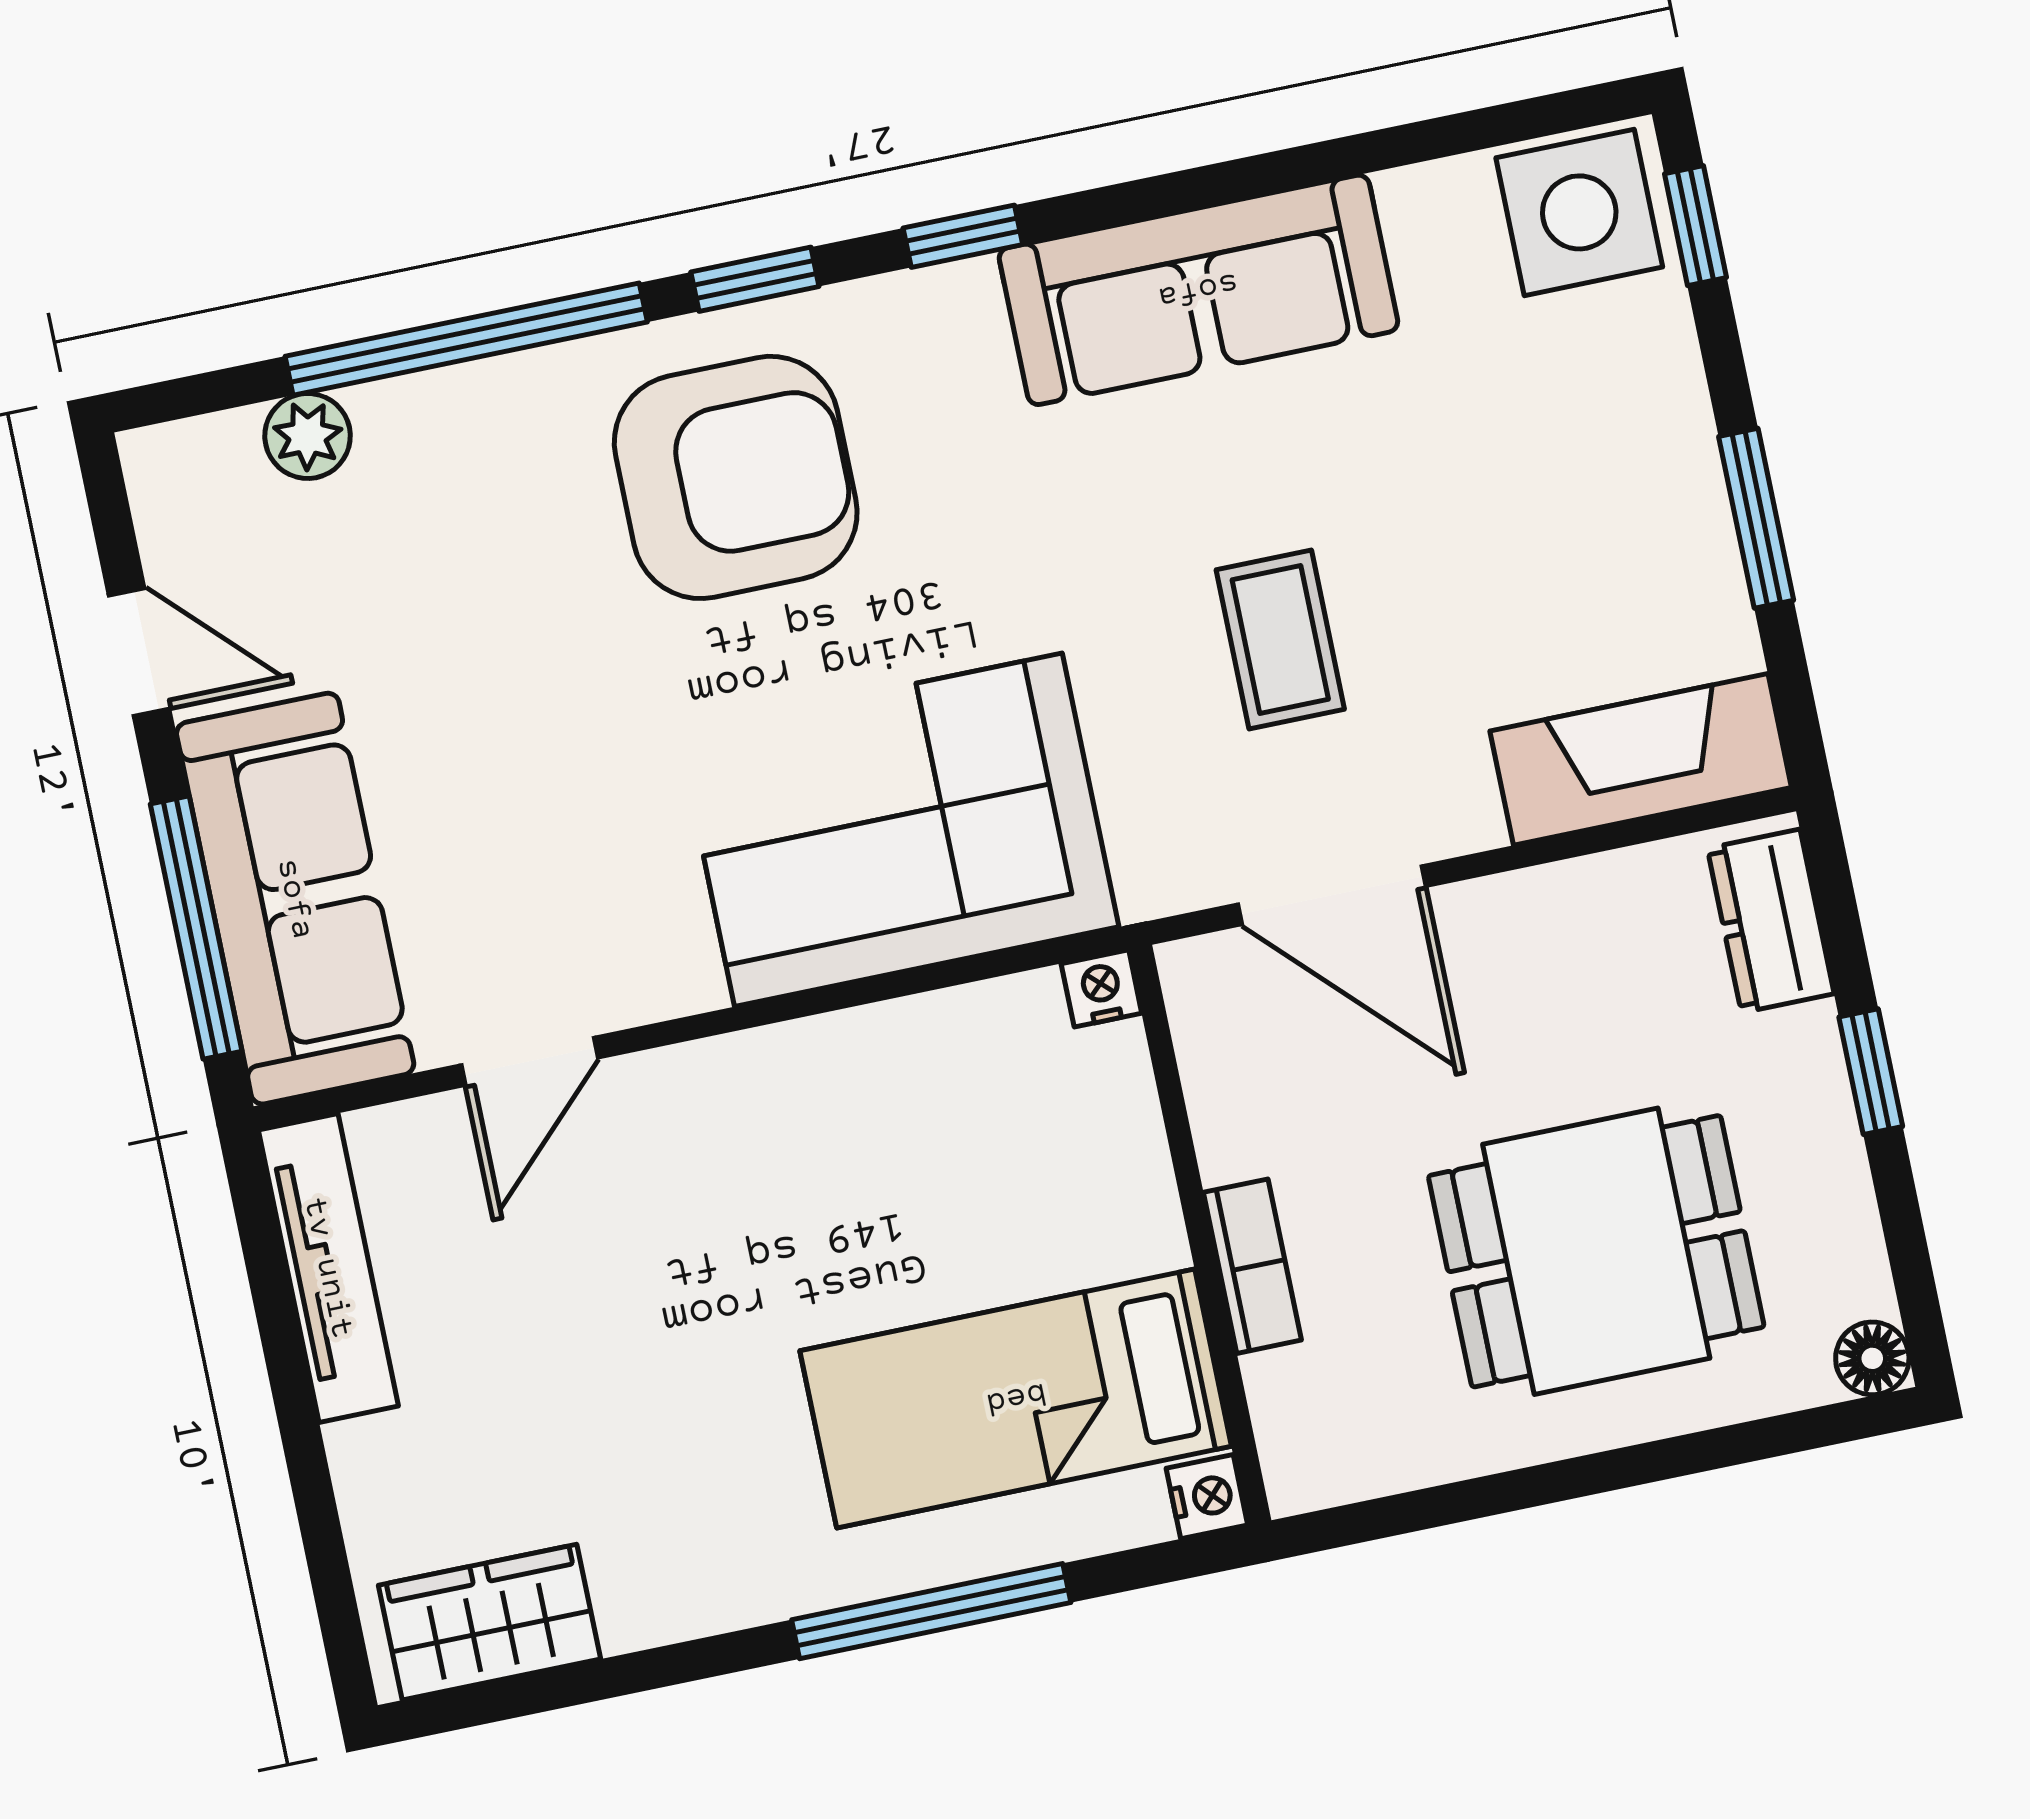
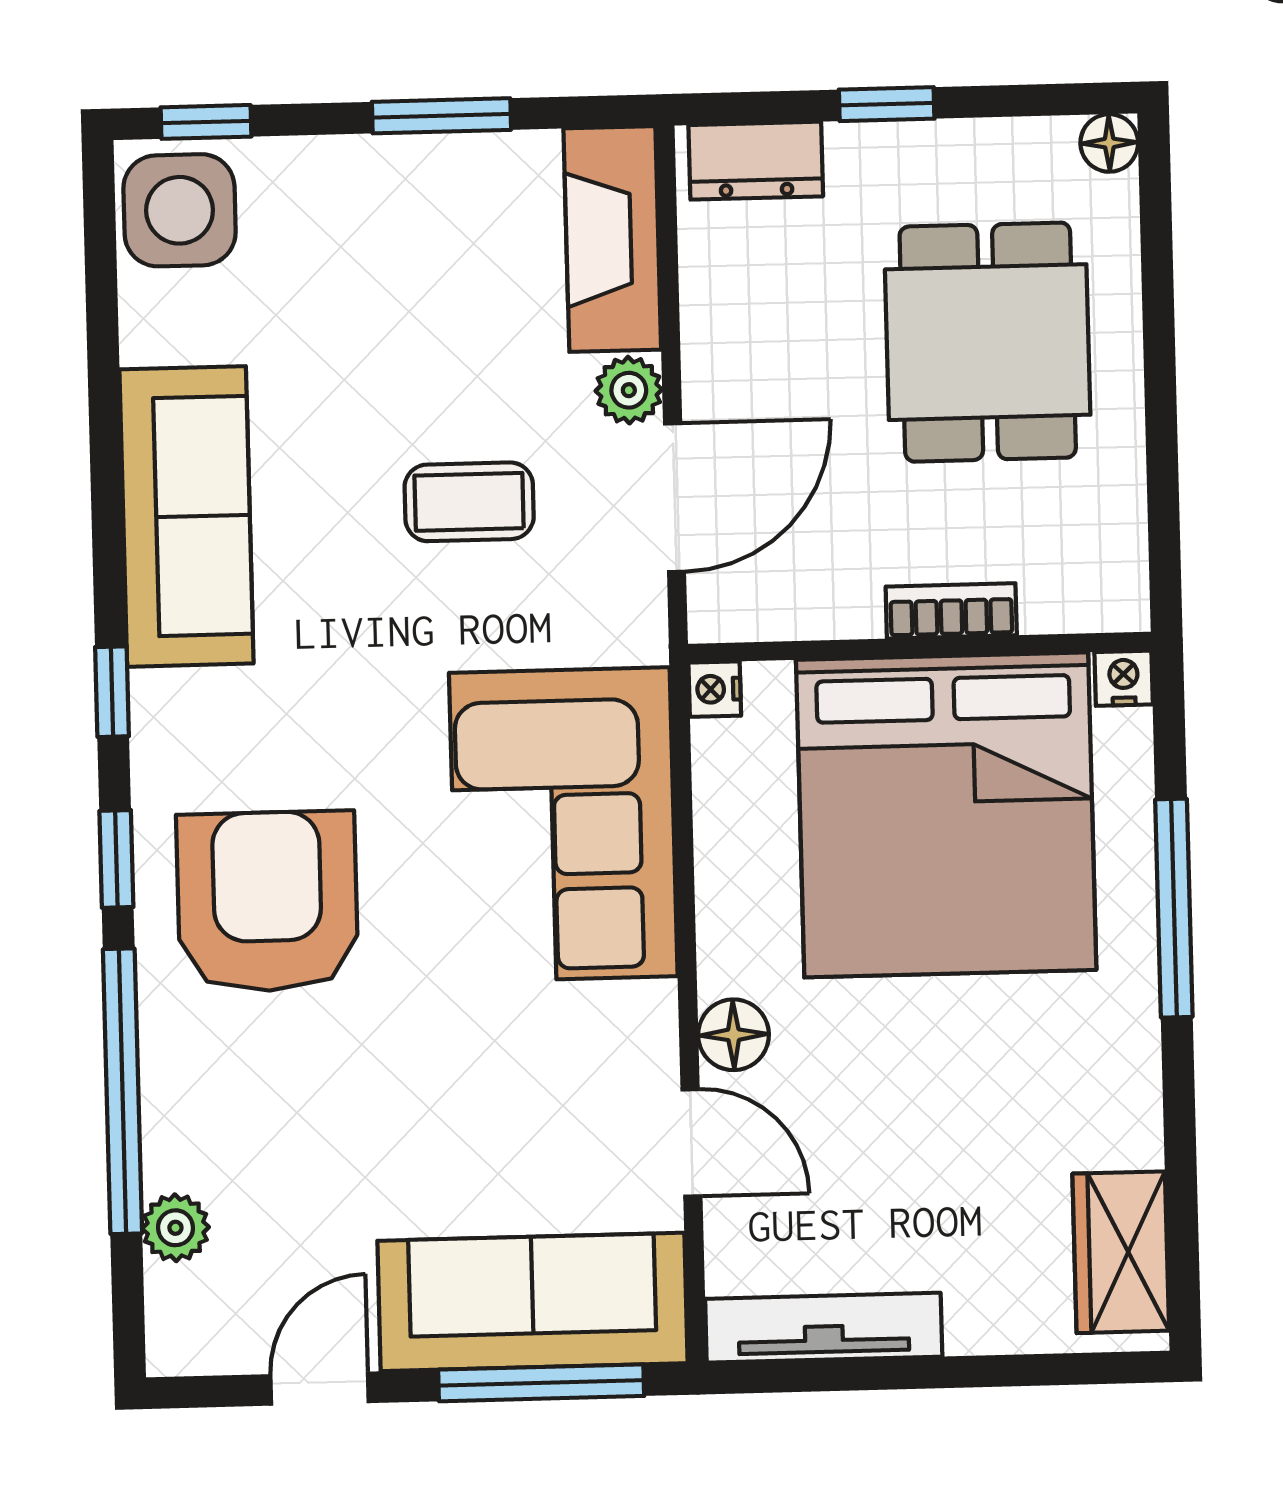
plant: (1456, 814) -> (629, 390), added
floor lamp: (674, 1090) -> (734, 1035), added
bed: (1016, 1398) -> (946, 815), width x2.04

